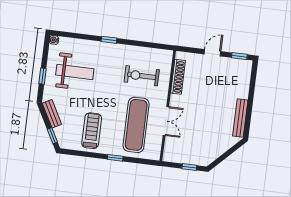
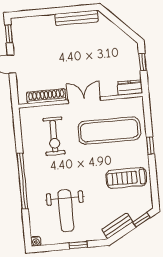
window: (109, 40) -> (22, 181), width x3.17
weight bench: (75, 72) -> (66, 211), turned 180
double door: (166, 121) -> (84, 100), moved
dresser: (170, 151) -> (130, 88), added

